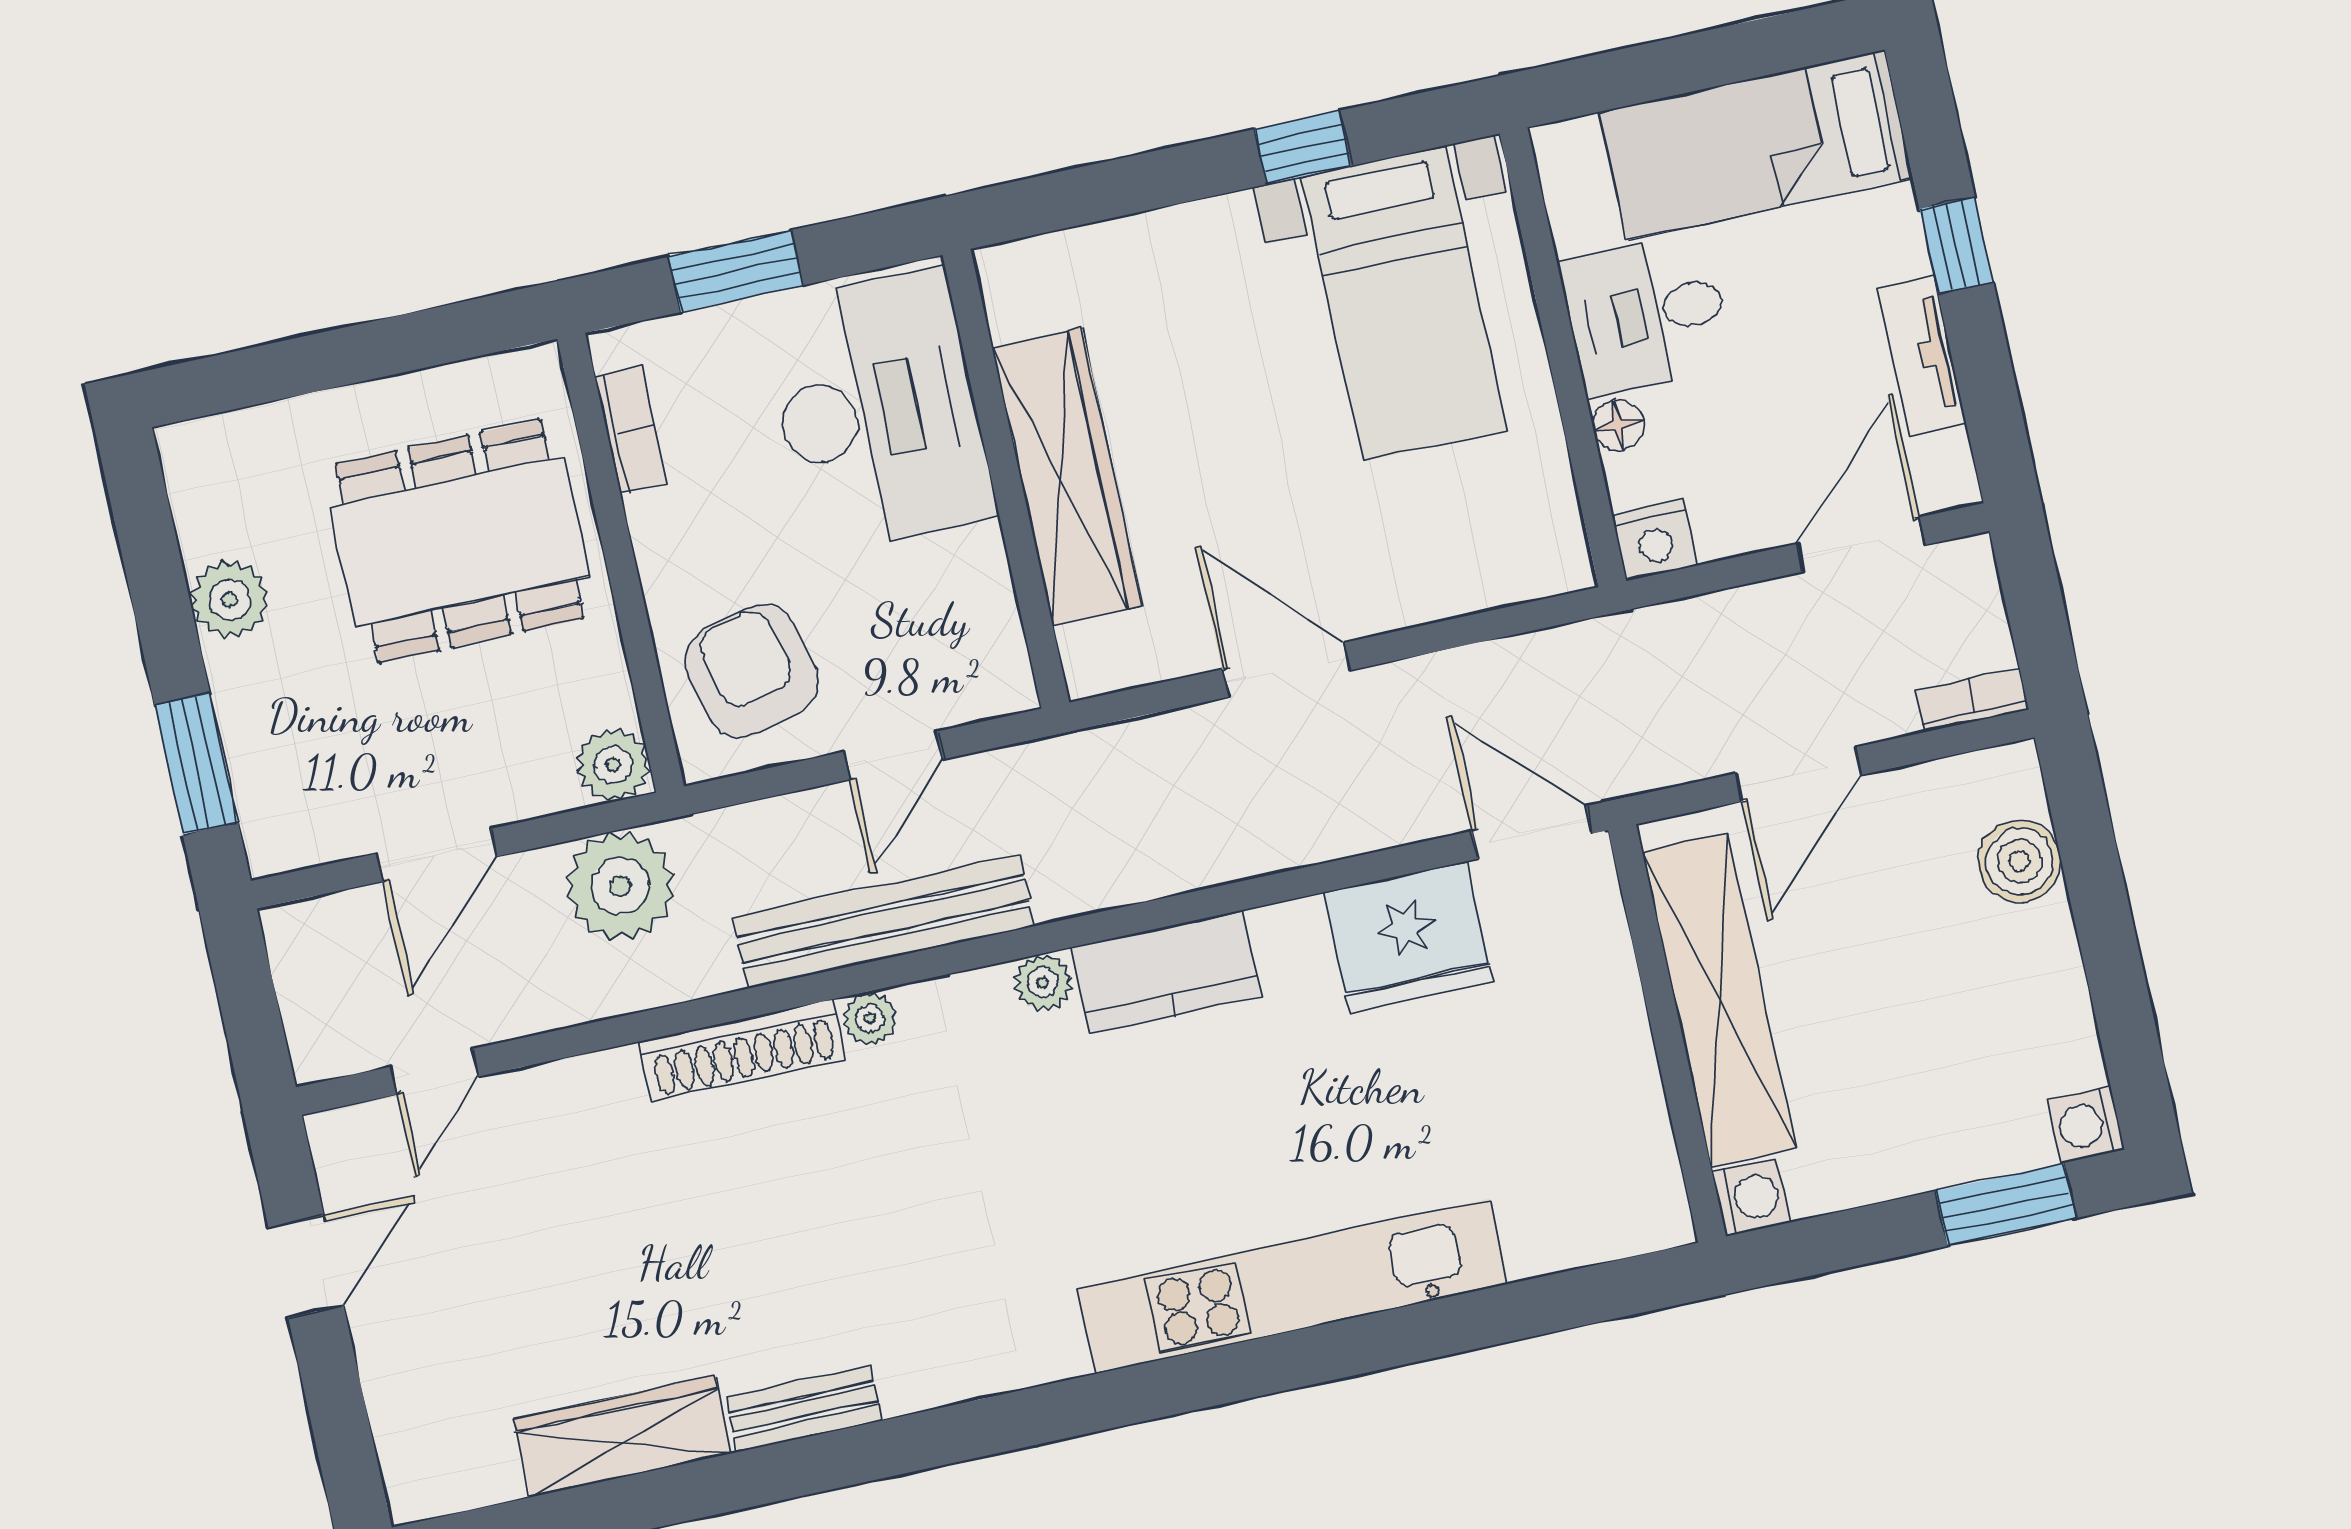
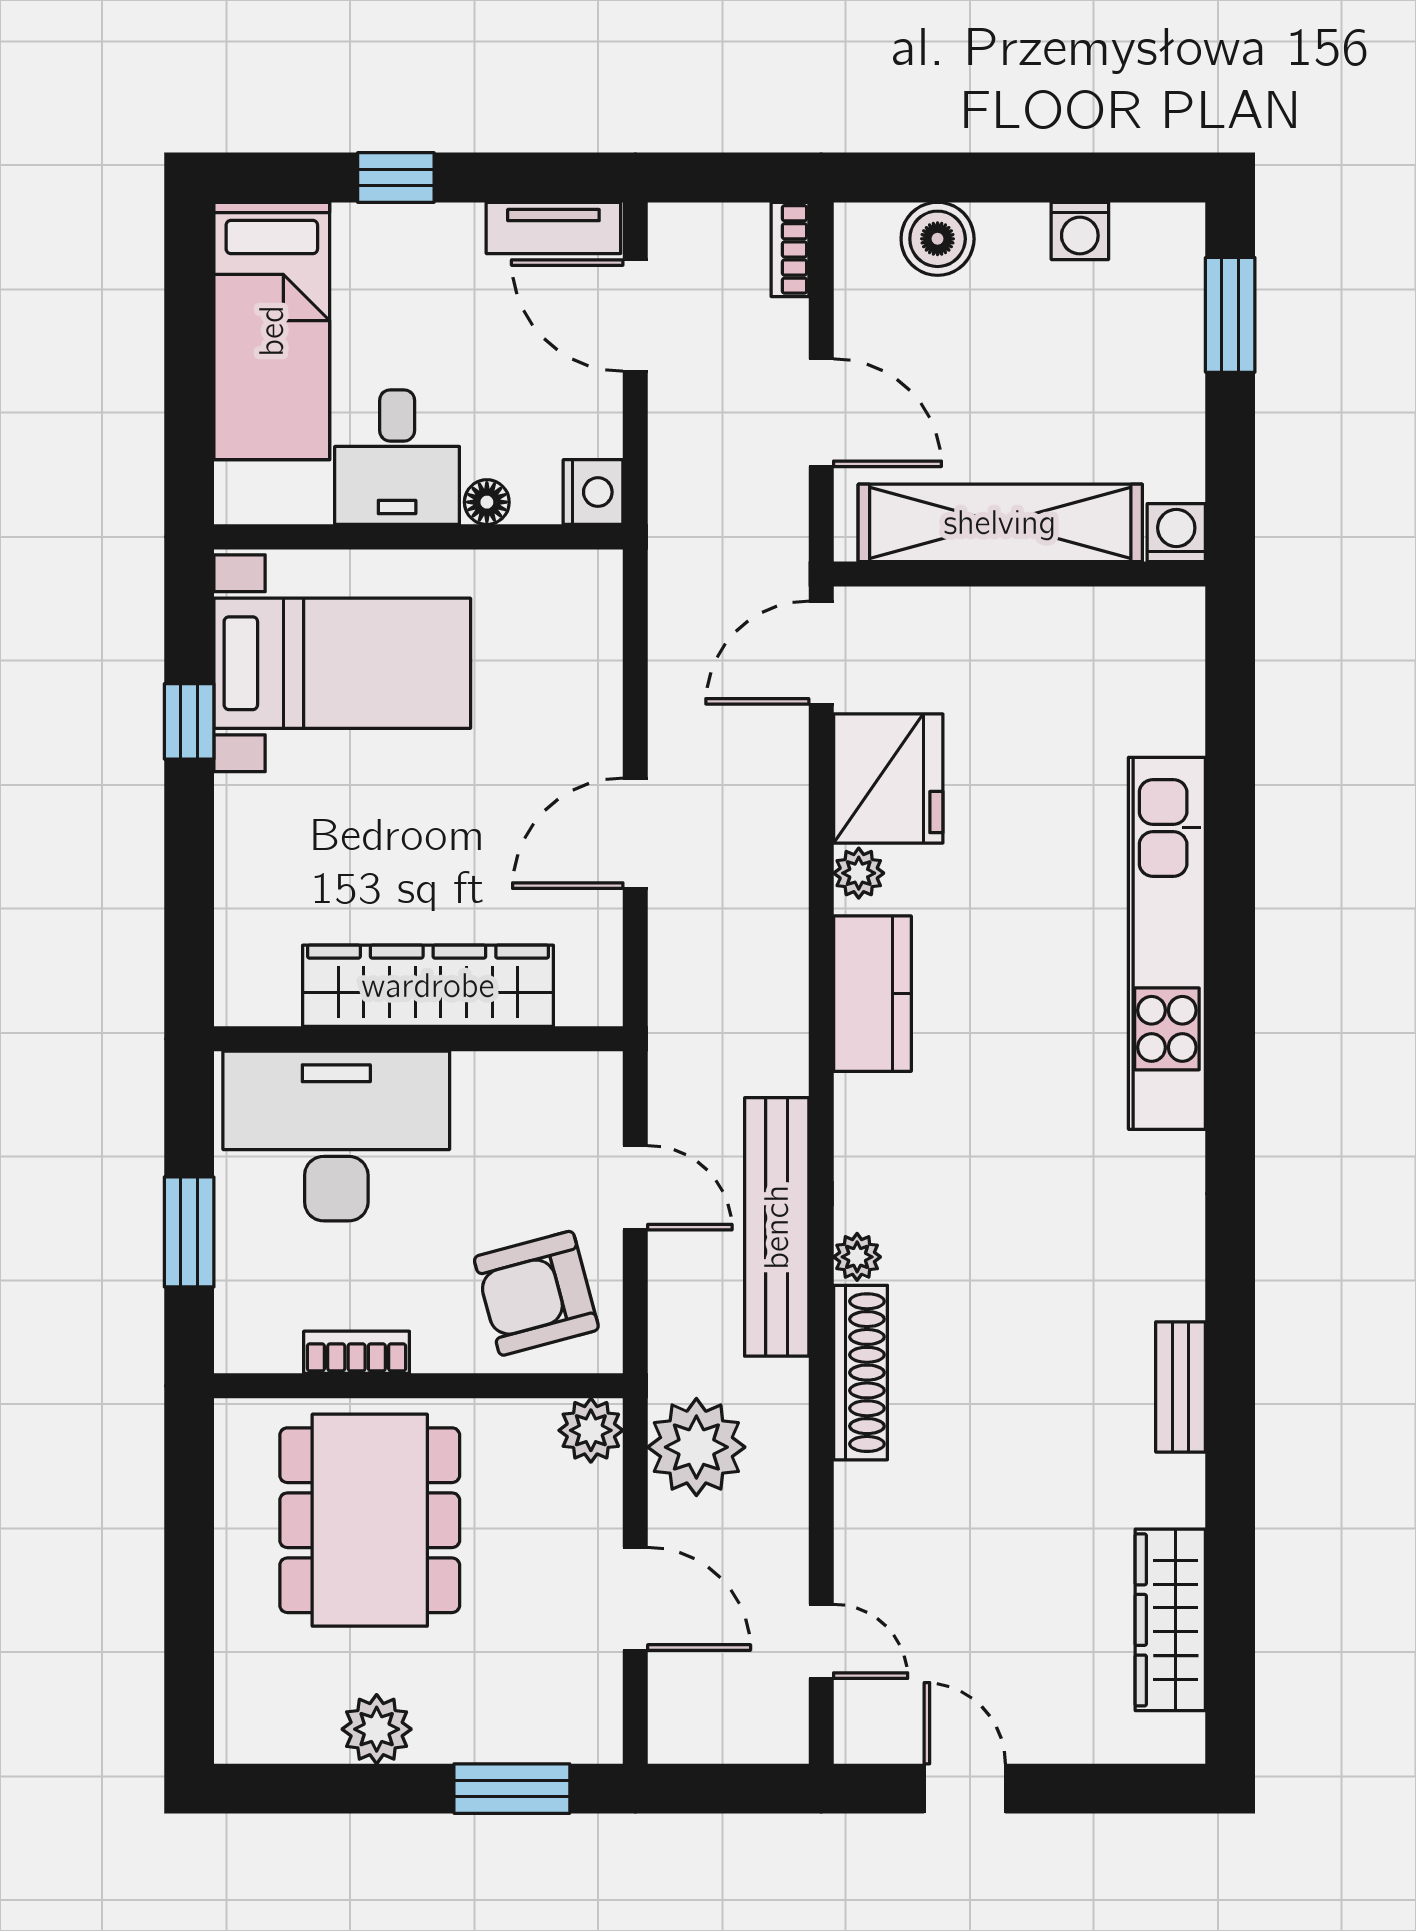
tv unit: (1922, 356) -> (553, 228), moved
bookcase: (631, 430) -> (357, 1352), moved
plant: (1043, 983) -> (859, 873), moved
washing machine: (2086, 1125) -> (1080, 231), moved
wardrobe: (623, 1436) -> (1170, 1620), moved

